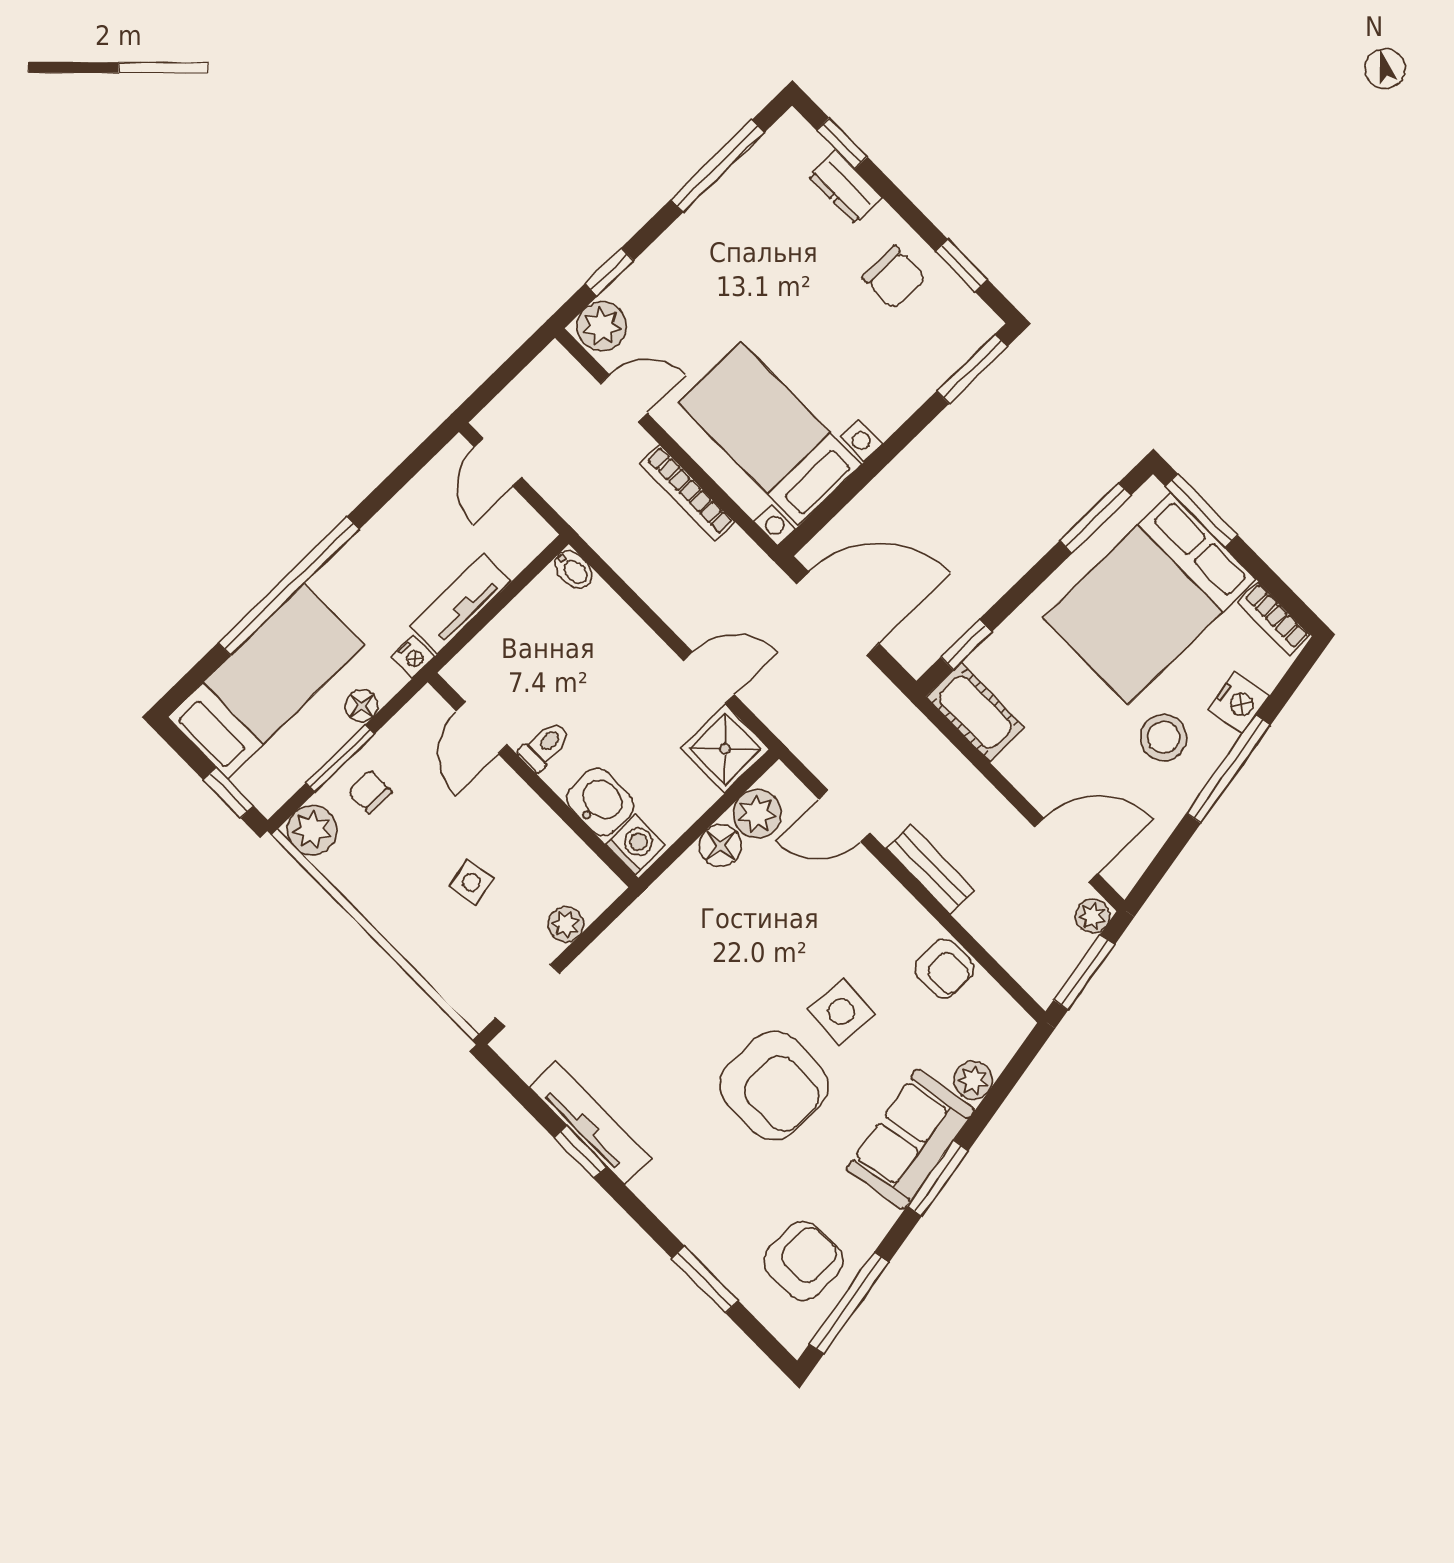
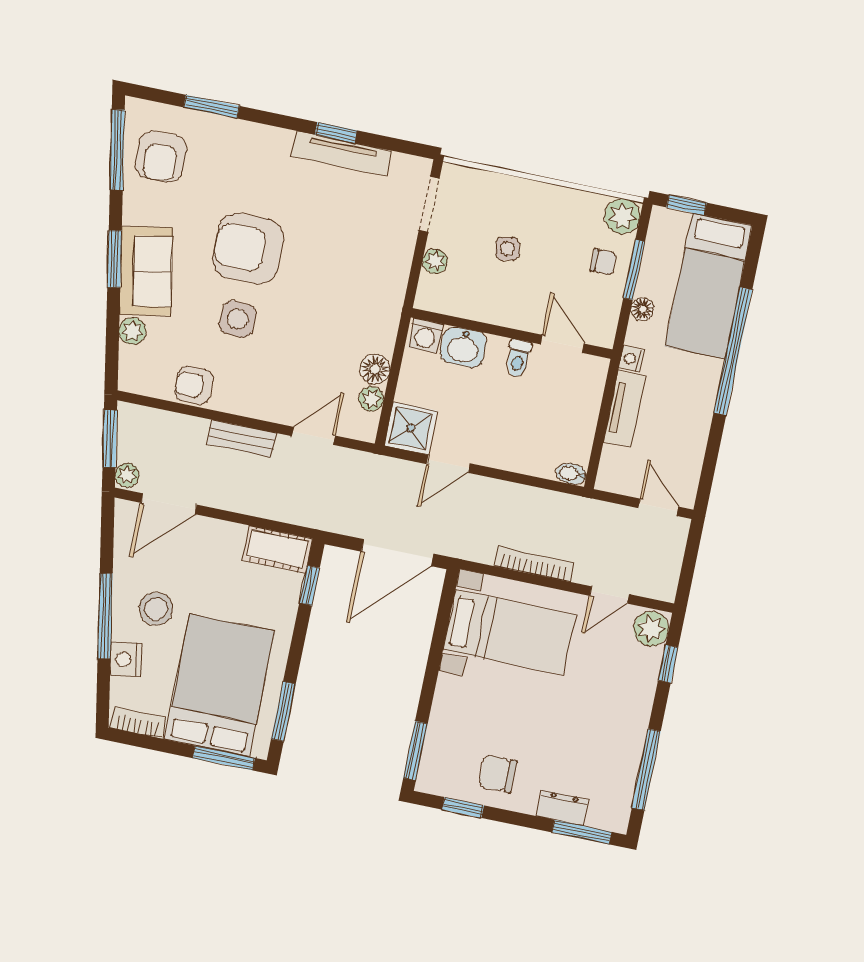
window: (842, 143) -> (582, 832), width x1.50
plant: (757, 814) -> (371, 399), width x0.73, depth x0.73

